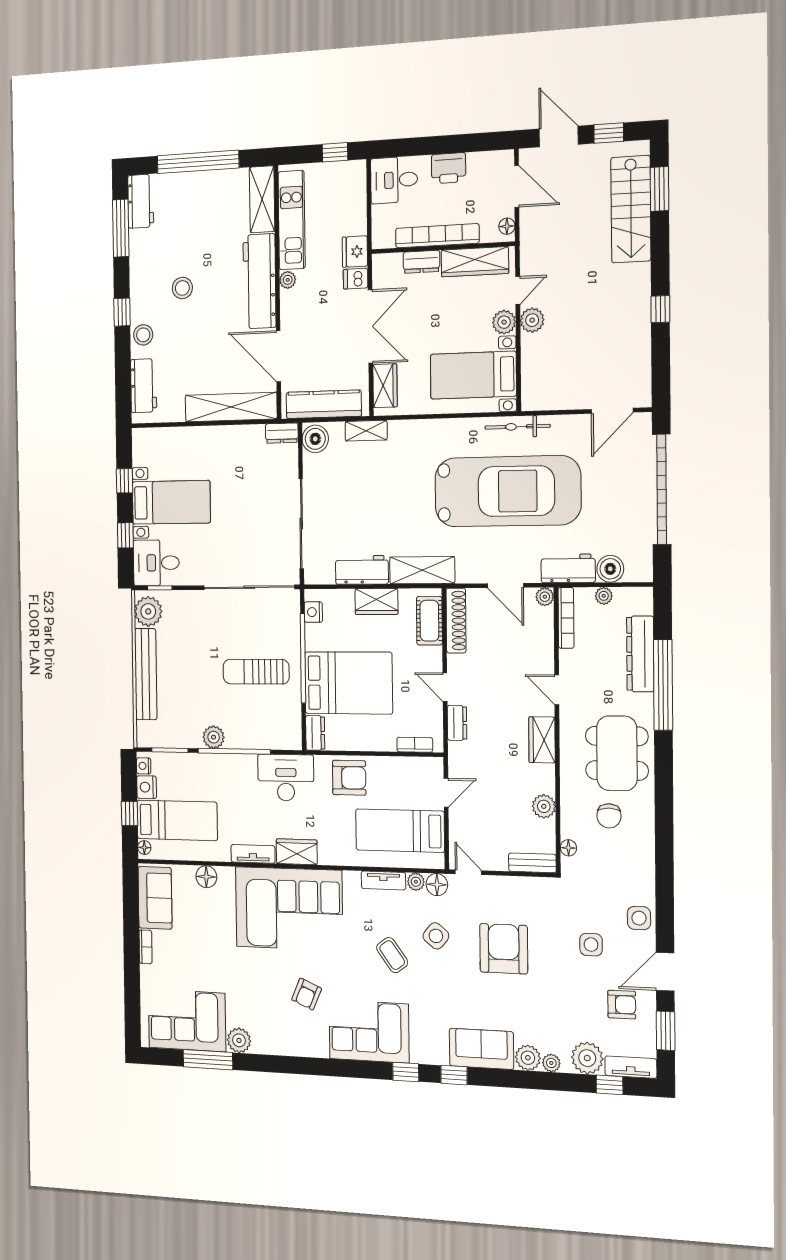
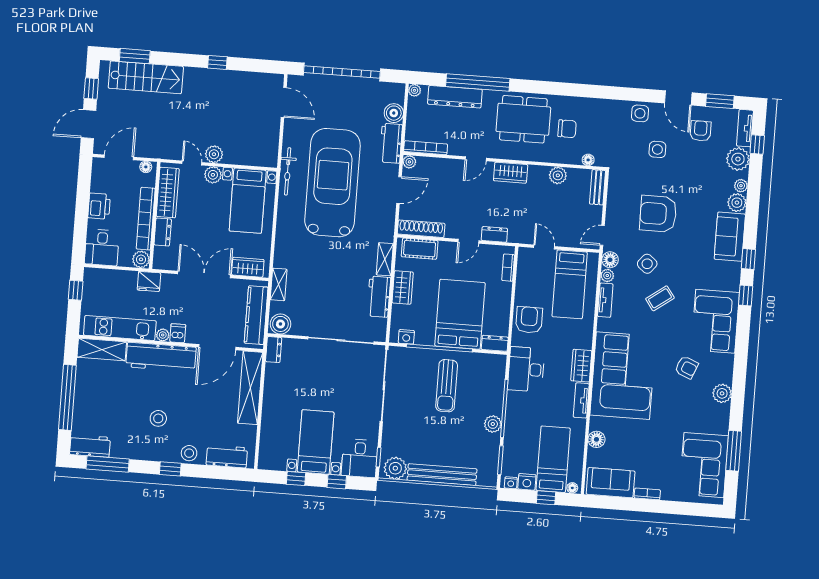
plant: (383, 237) -> (141, 259), added
dishwasher: (356, 279) -> (178, 333), moved, turned 180
shelving: (422, 570) -> (385, 259), width x0.67, depth x0.75
plant: (604, 596) -> (415, 90), moved
plant: (239, 1040) -> (722, 393), moved

